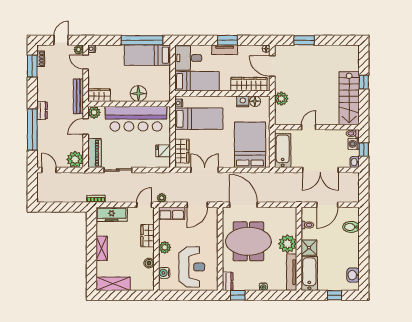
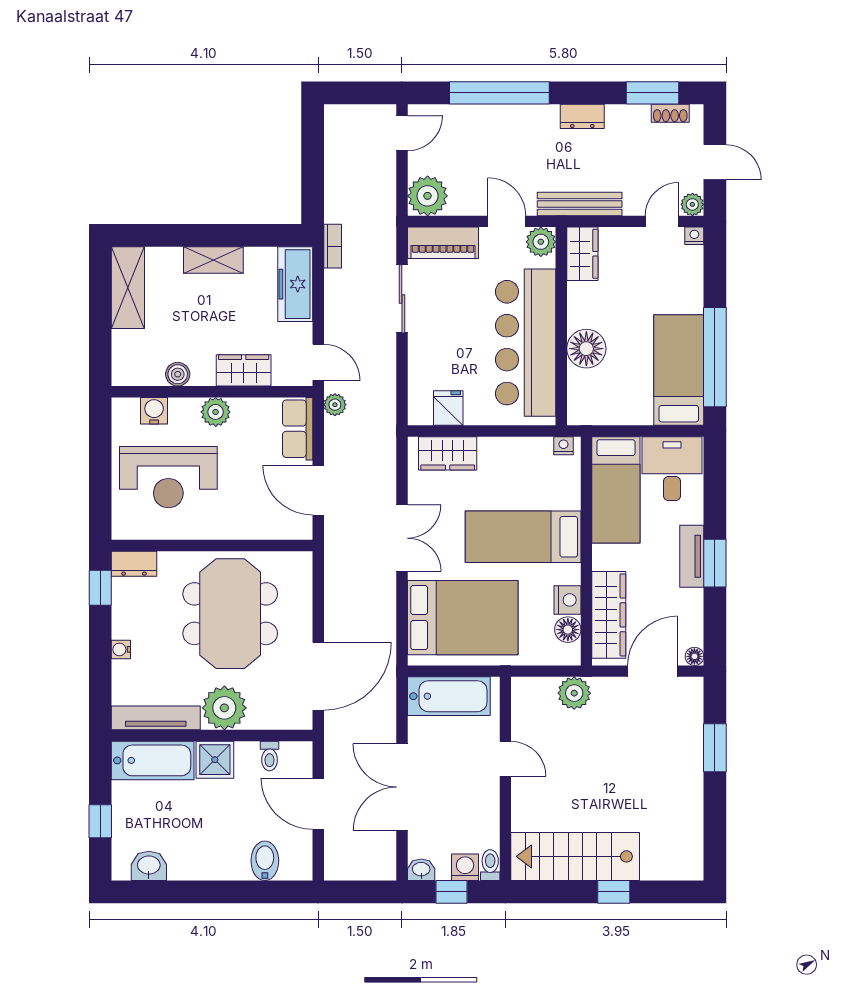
dresser: (42, 110) -> (582, 116), moved
bed: (199, 119) -> (523, 537), moved, turned 90
double door: (205, 170) -> (402, 538), moved
door: (243, 205) -> (318, 676), moved

